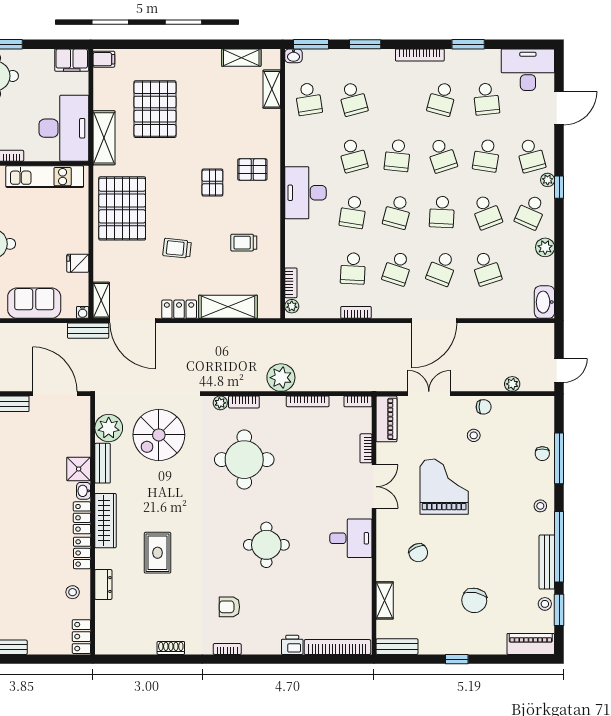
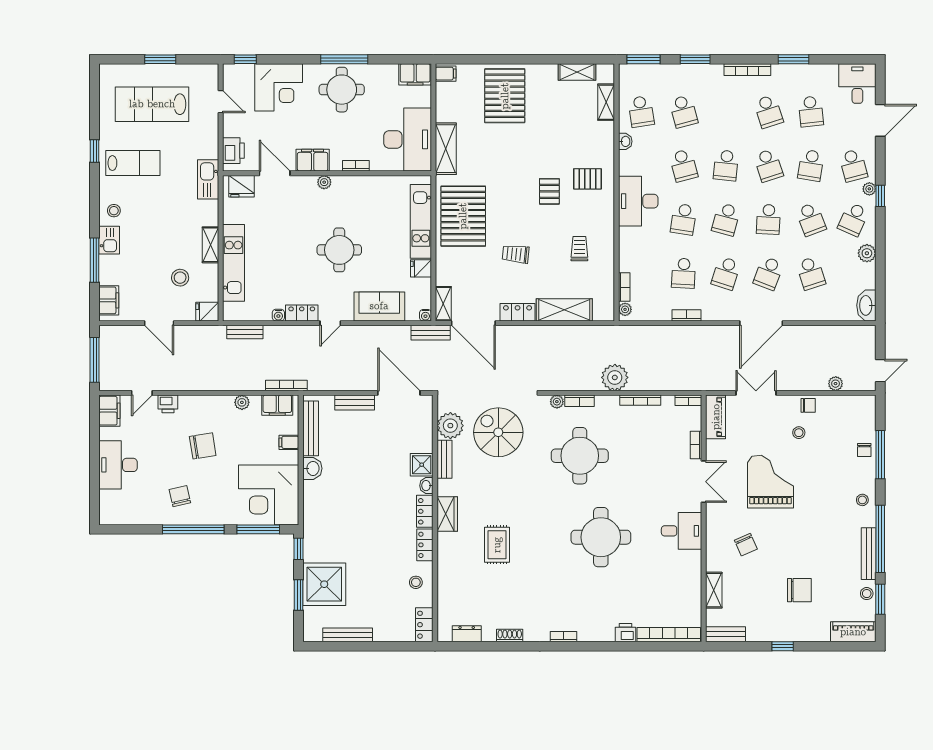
washbasin: (293, 56) -> (625, 141), moved, turned -90
desk: (528, 70) -> (857, 84), width x0.73
school desk: (442, 99) -> (768, 111), turned -33
pallet: (155, 109) -> (505, 96), moved
kitchen unit: (45, 177) -> (421, 221), moved, turned 90
trolley: (244, 243) -> (579, 249), turned 90
spiral stairs: (159, 435) -> (498, 432), turned 90
wardrobe: (105, 521) -> (447, 514), width x0.67
round table: (266, 545) -> (601, 537), width x1.36, depth x1.36
dresser: (103, 585) -> (467, 634), moved, turned -90
chair: (474, 600) -> (799, 590), turned -101
armchair: (229, 607) -> (566, 596), removed

